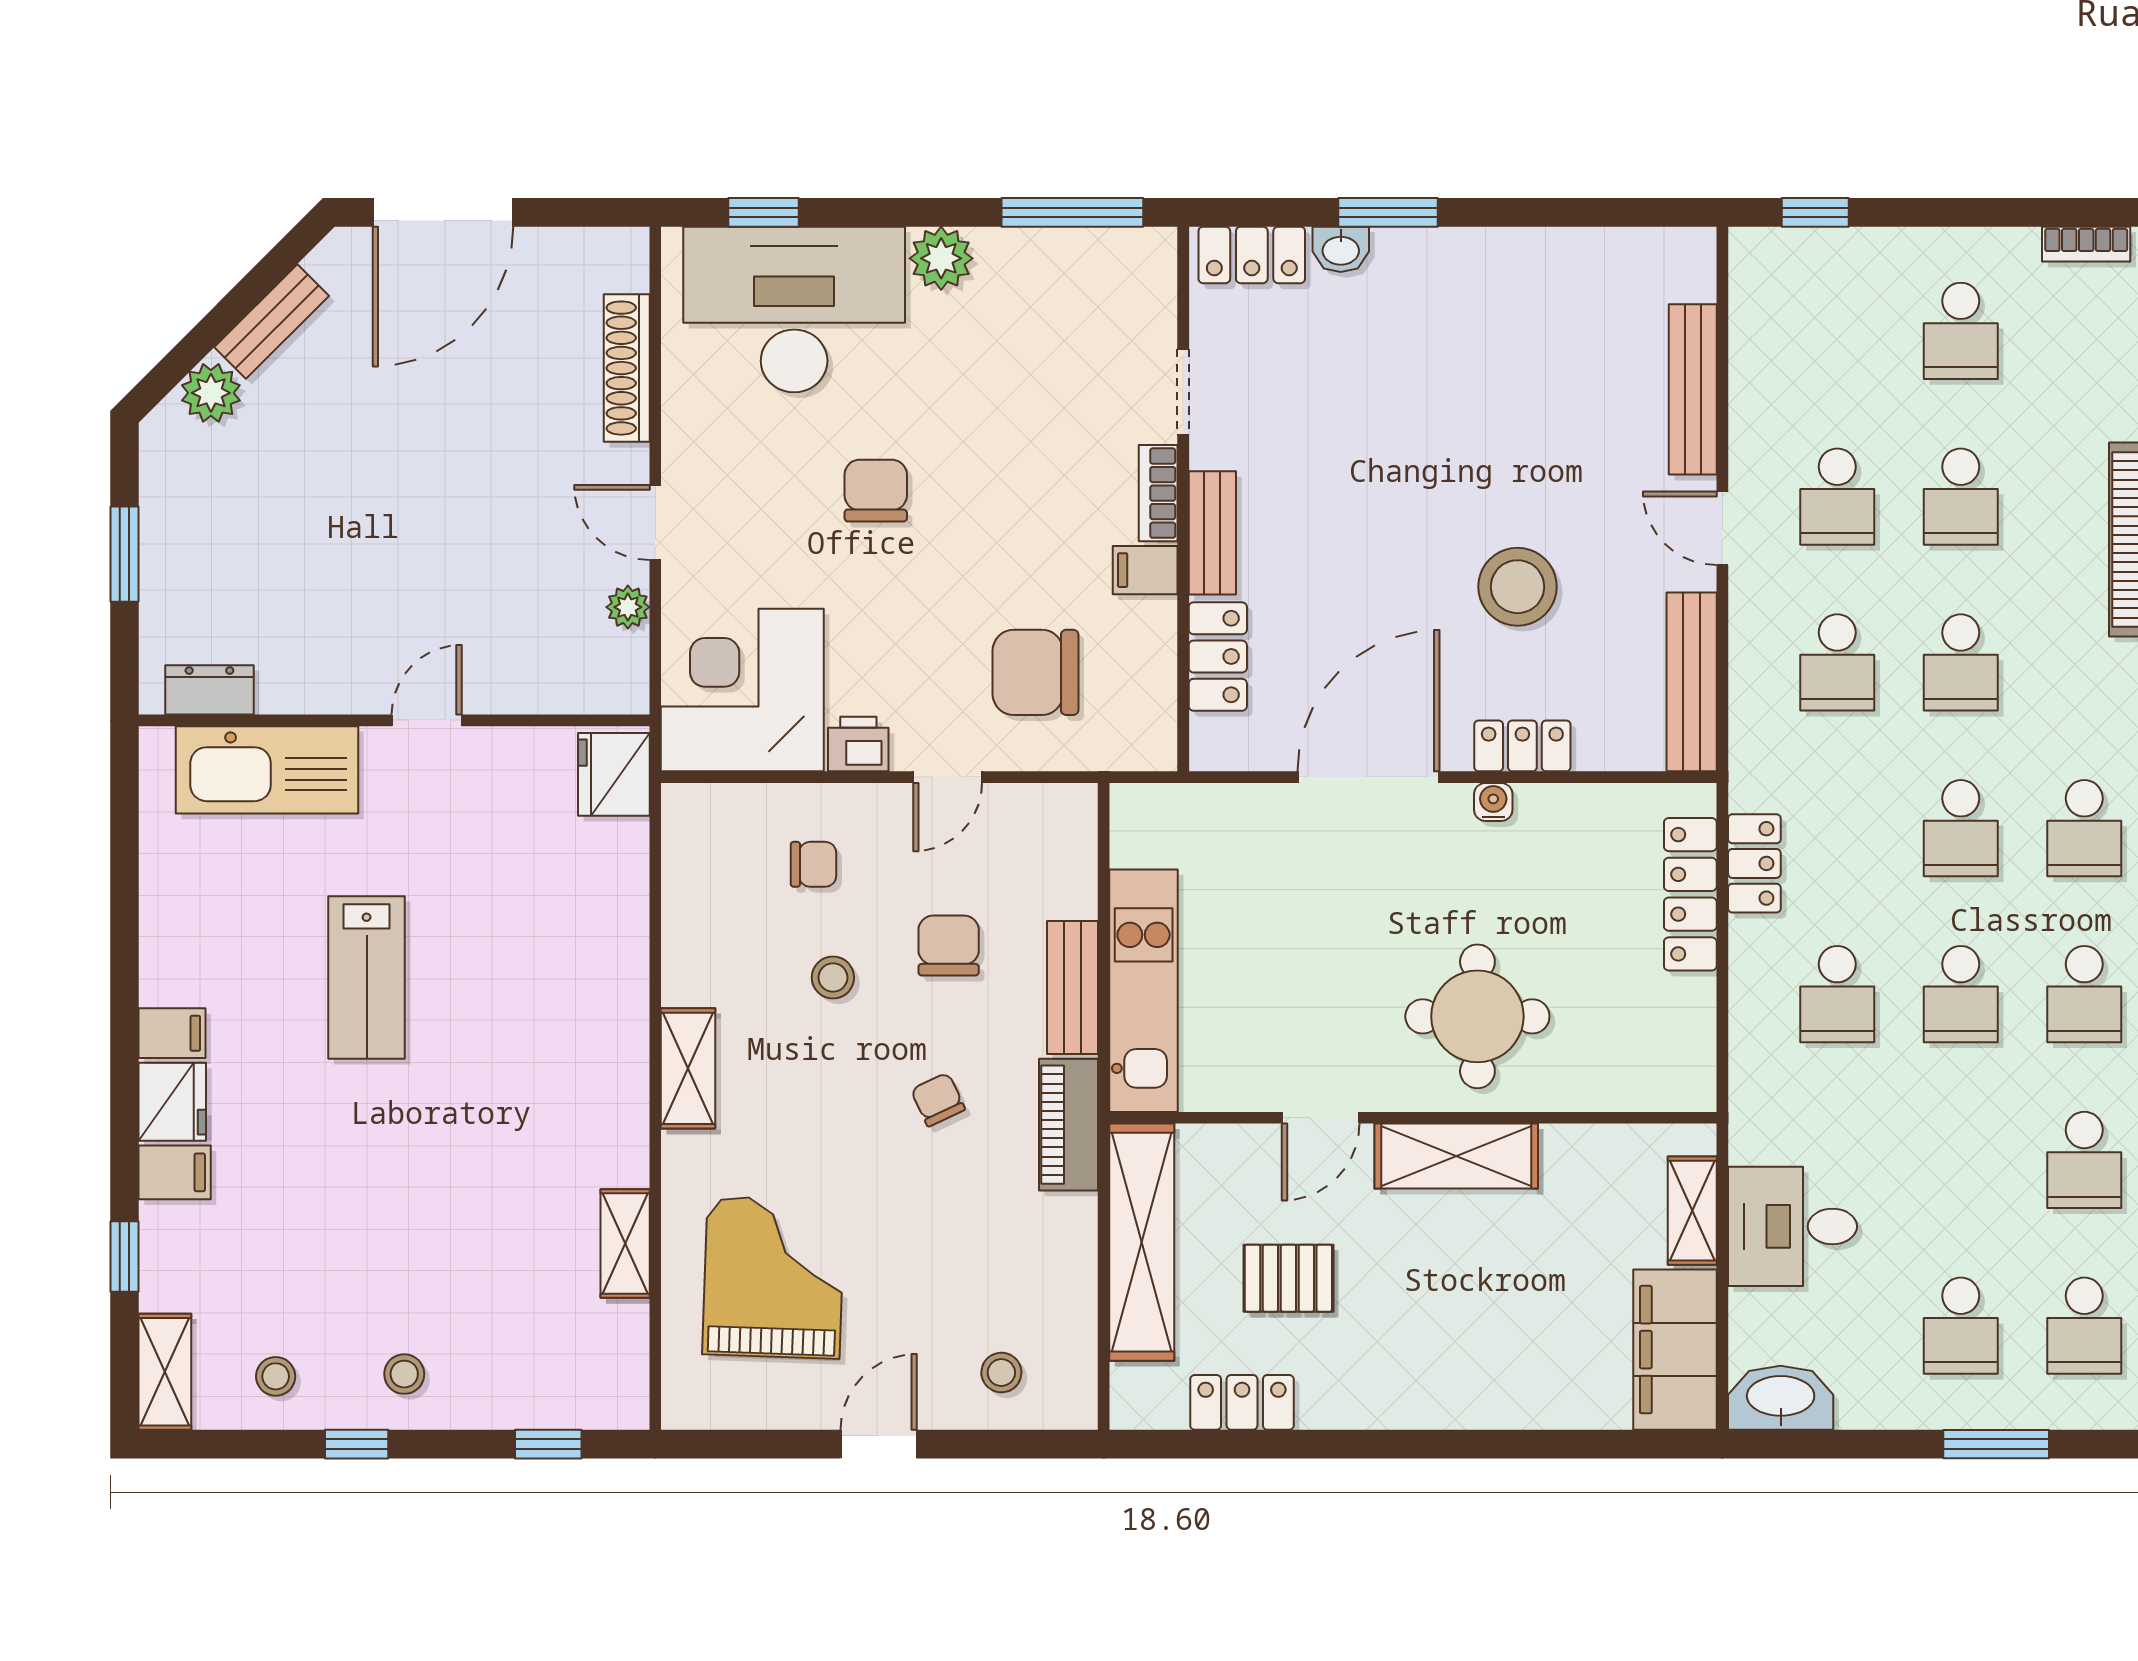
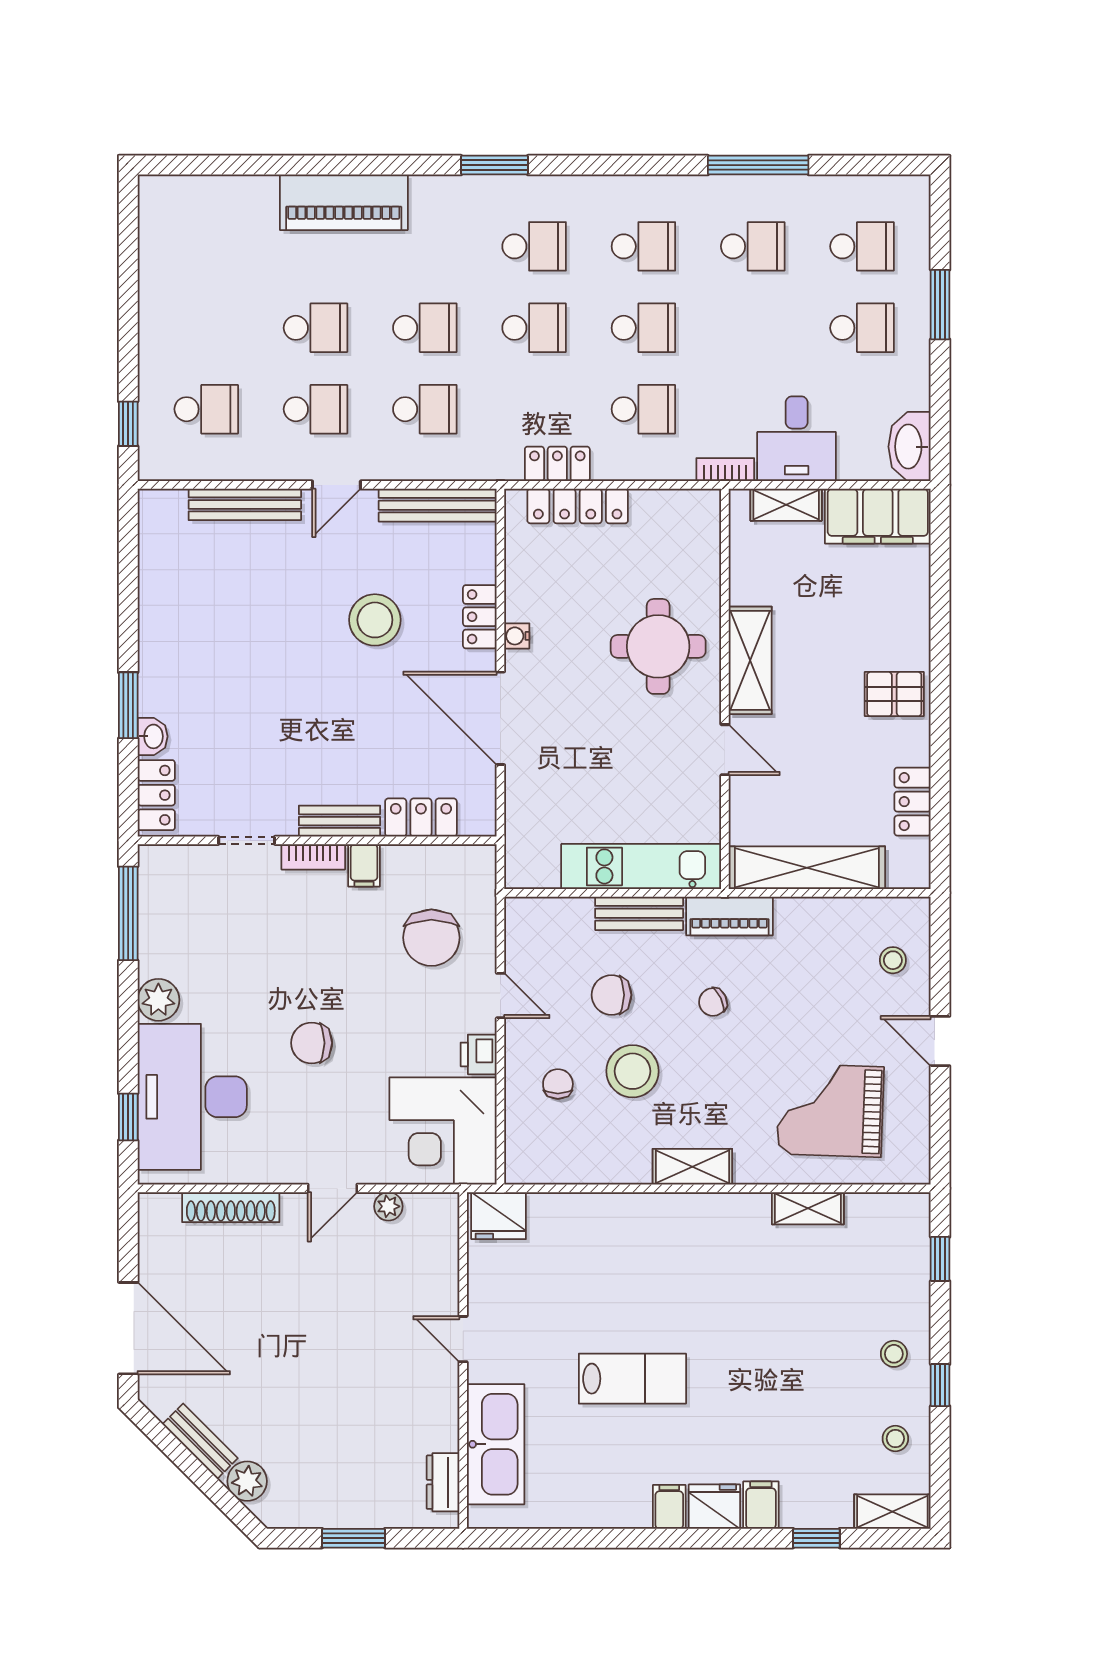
bookcase: (2086, 244) -> (725, 470), moved, turned -90
school desk: (1961, 331) -> (206, 409), moved
stool: (833, 978) -> (633, 1071), width x1.89, depth x1.89
pallet: (1288, 1278) -> (894, 694), moved, turned 90

